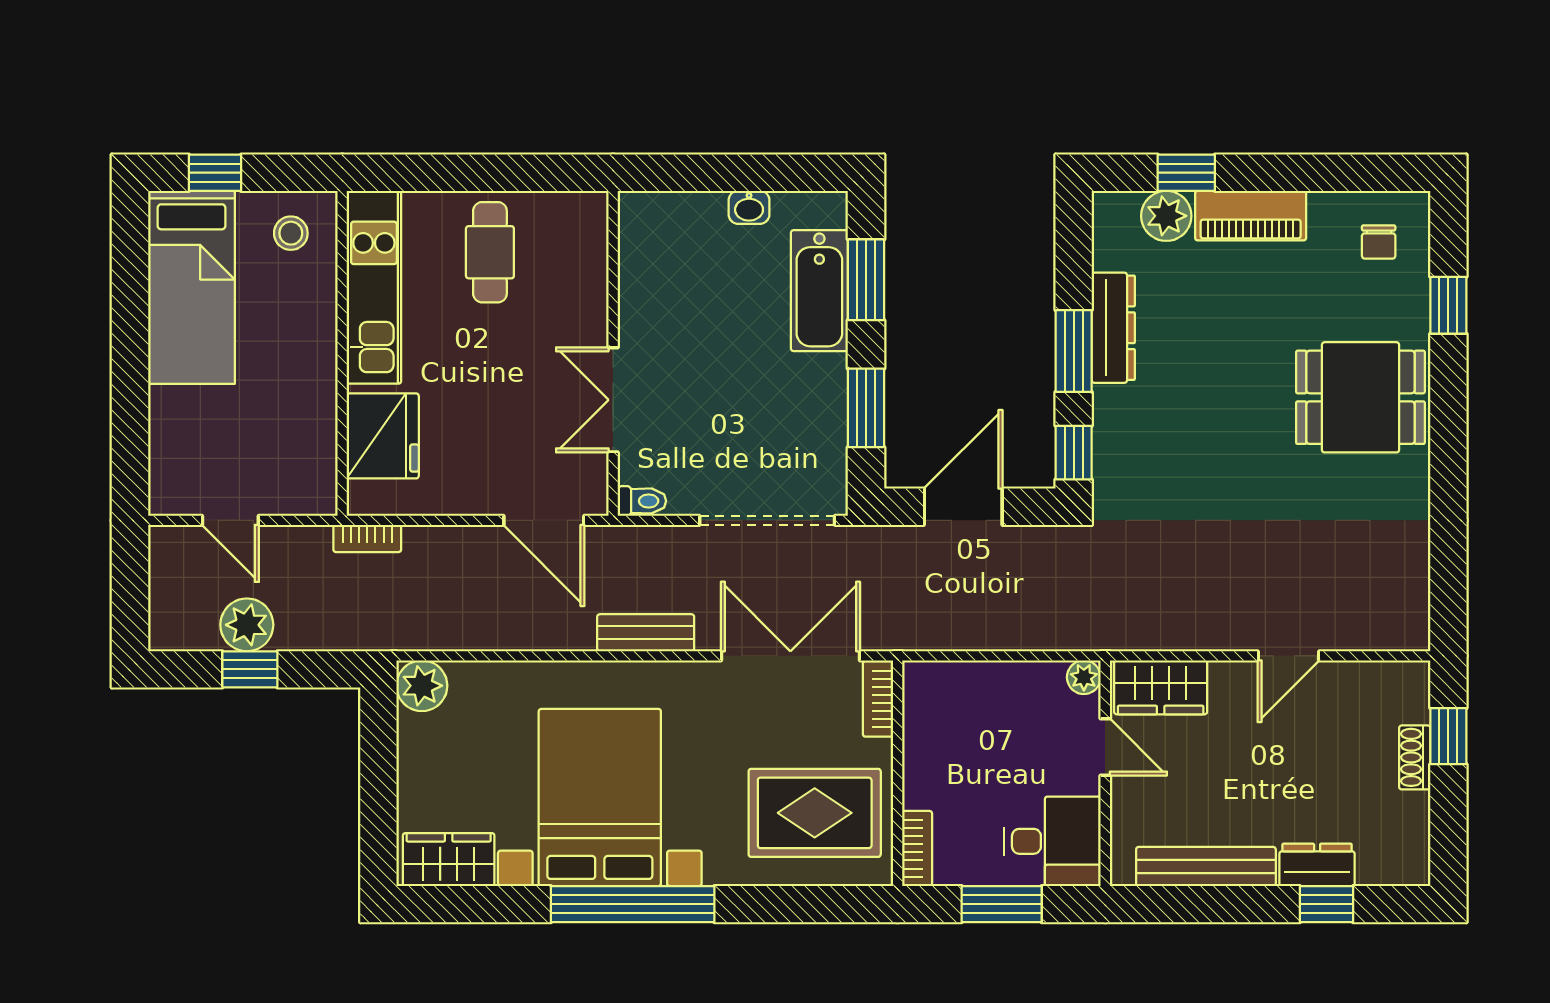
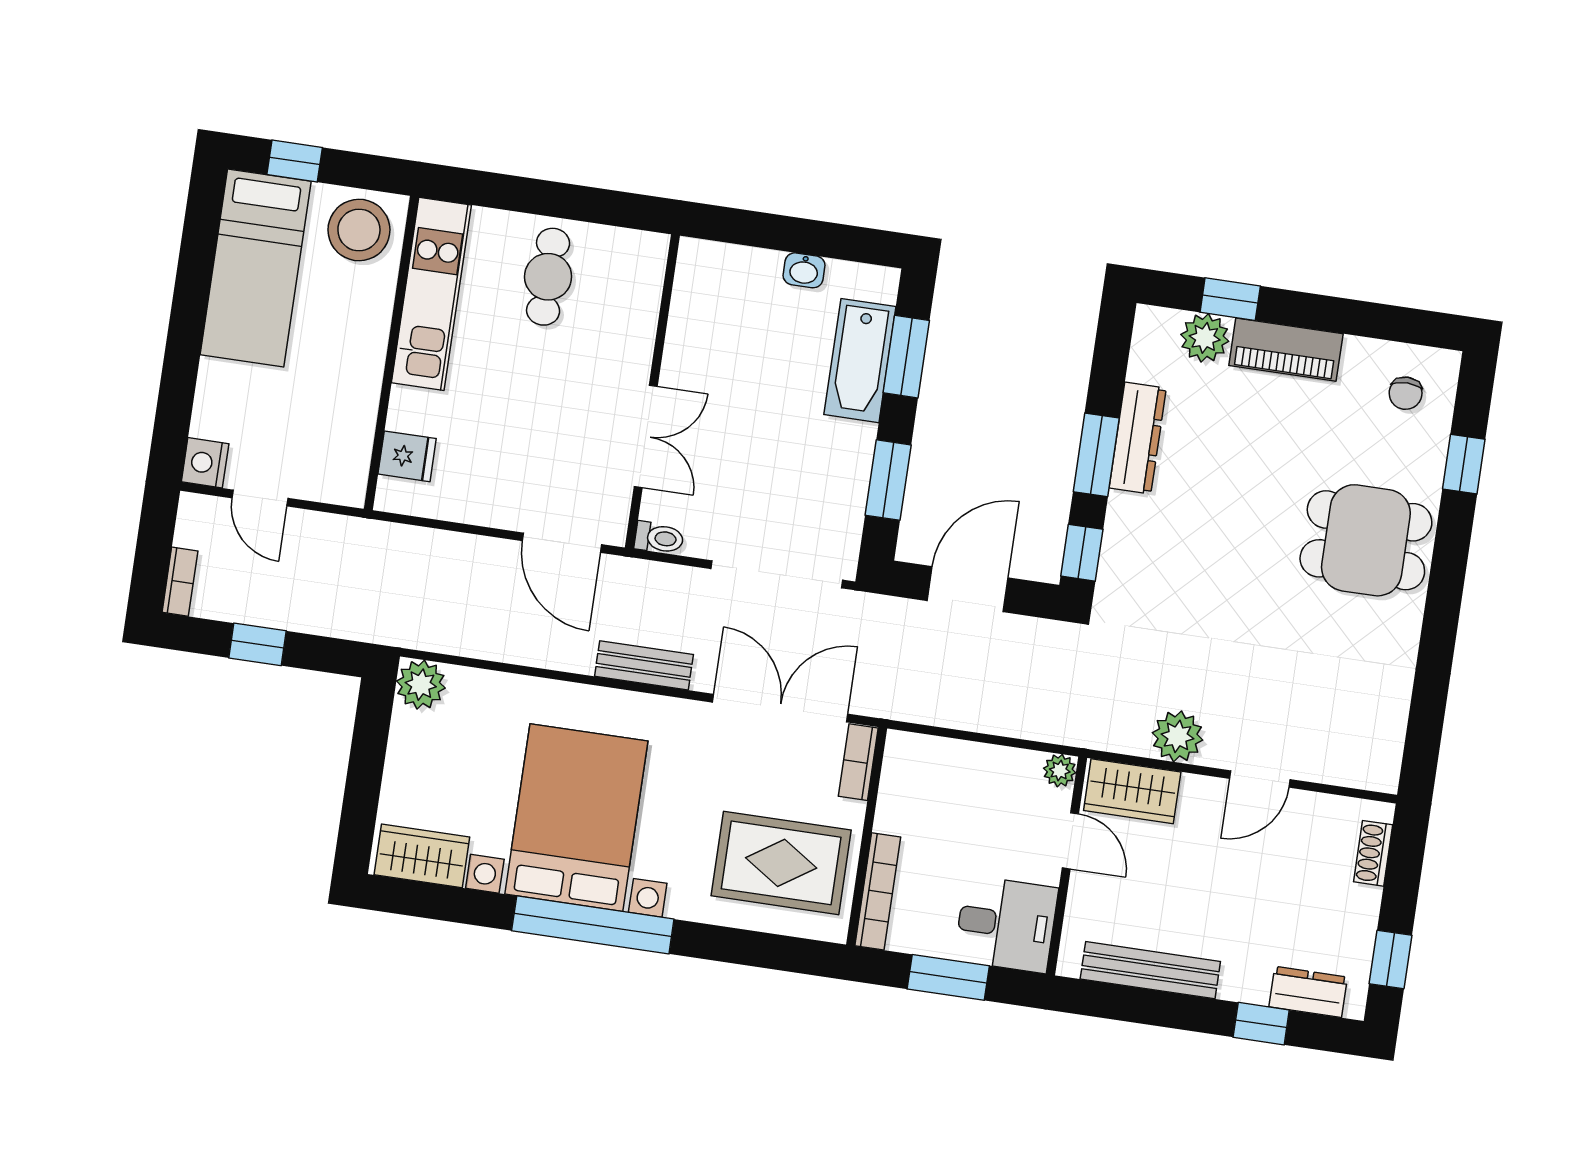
stool: (291, 233) -> (359, 230), width x1.89, depth x1.89
double door: (613, 400) -> (646, 436), swing flipped
fridge: (383, 436) -> (407, 456), width x0.53, depth x0.75
nightstand: (169, 493) -> (205, 463), added
bookcase: (367, 538) -> (180, 582), moved, turned -90
plant: (247, 625) -> (1177, 736), moved
window: (1448, 736) -> (1391, 959), moved
shoe rack: (1415, 757) -> (1373, 853), moved
bookcase: (917, 848) -> (878, 891), width x1.56
dresser: (1317, 865) -> (1308, 992), moved

